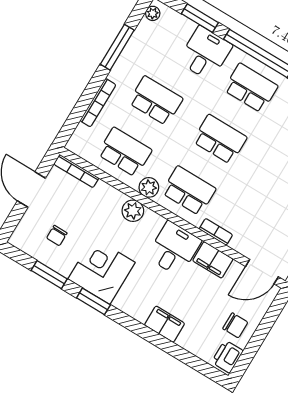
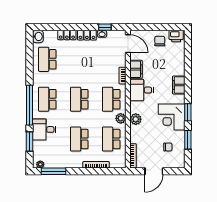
window: (117, 47) -> (54, 171), moved
filing cabinet: (164, 324) -> (179, 85), moved

